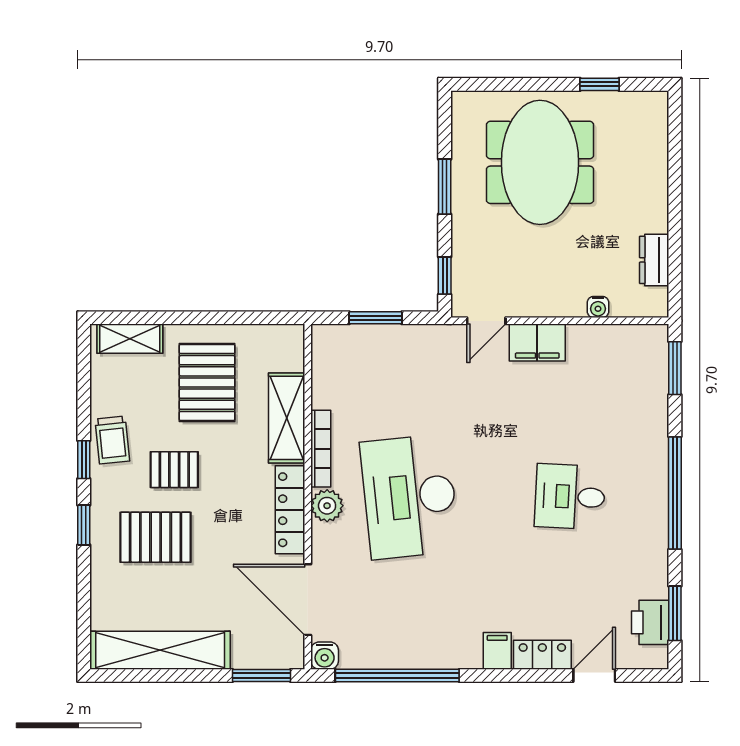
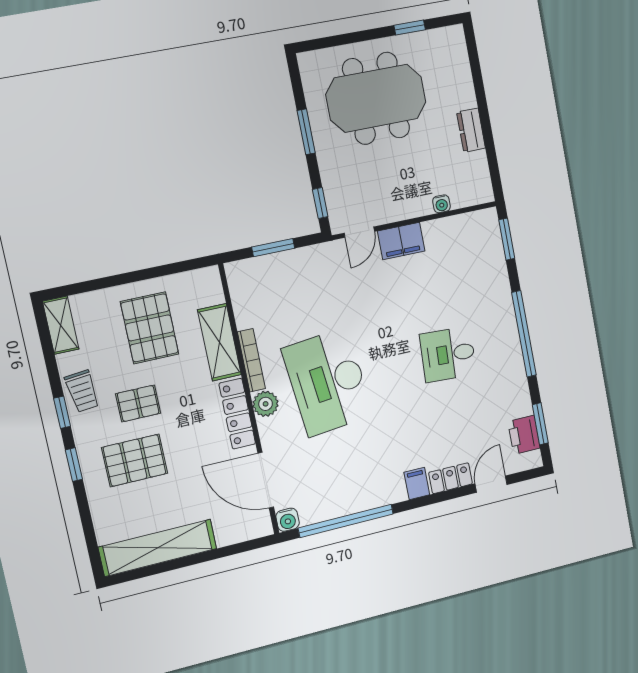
meeting table: (540, 162) -> (376, 98), turned 90
dresser: (654, 260) -> (471, 130), moved
shelving: (130, 339) -> (61, 325), moved, turned 90
window: (261, 676) -> (242, 547), removed

